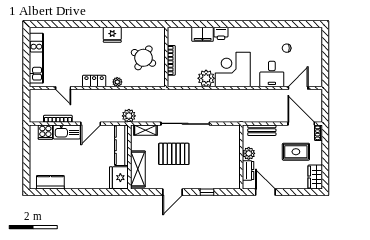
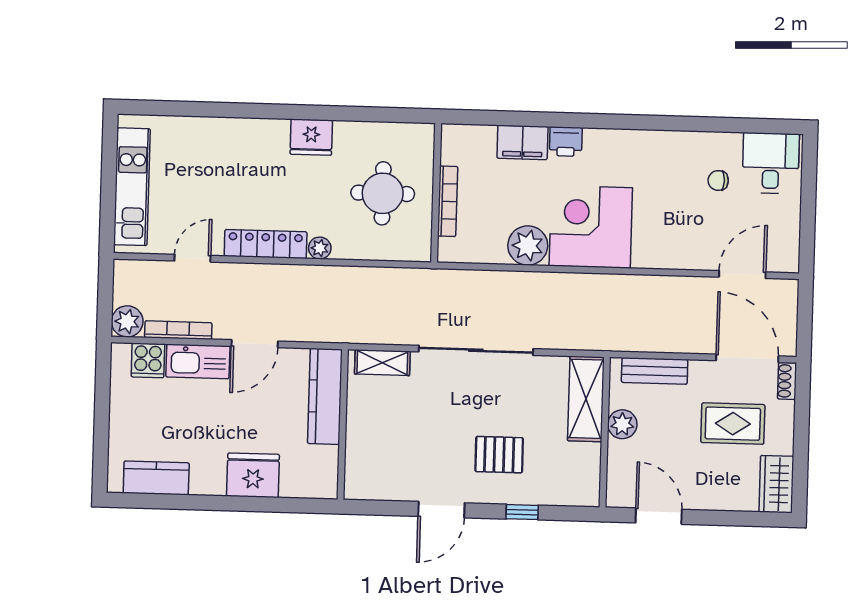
round table: (143, 58) -> (383, 193), turned -31
desk: (272, 74) -> (771, 163), moved, turned 180
locker: (94, 81) -> (266, 244), width x1.53
door: (63, 88) -> (193, 258), swing flipped
plant: (129, 116) -> (127, 321), moved
pallet: (174, 154) -> (499, 455), moved, width x0.67, depth x0.71
shelving: (138, 169) -> (586, 399), moved
dresser: (248, 171) -> (620, 464), removed
fridge: (119, 178) -> (253, 475), moved, turned 90

